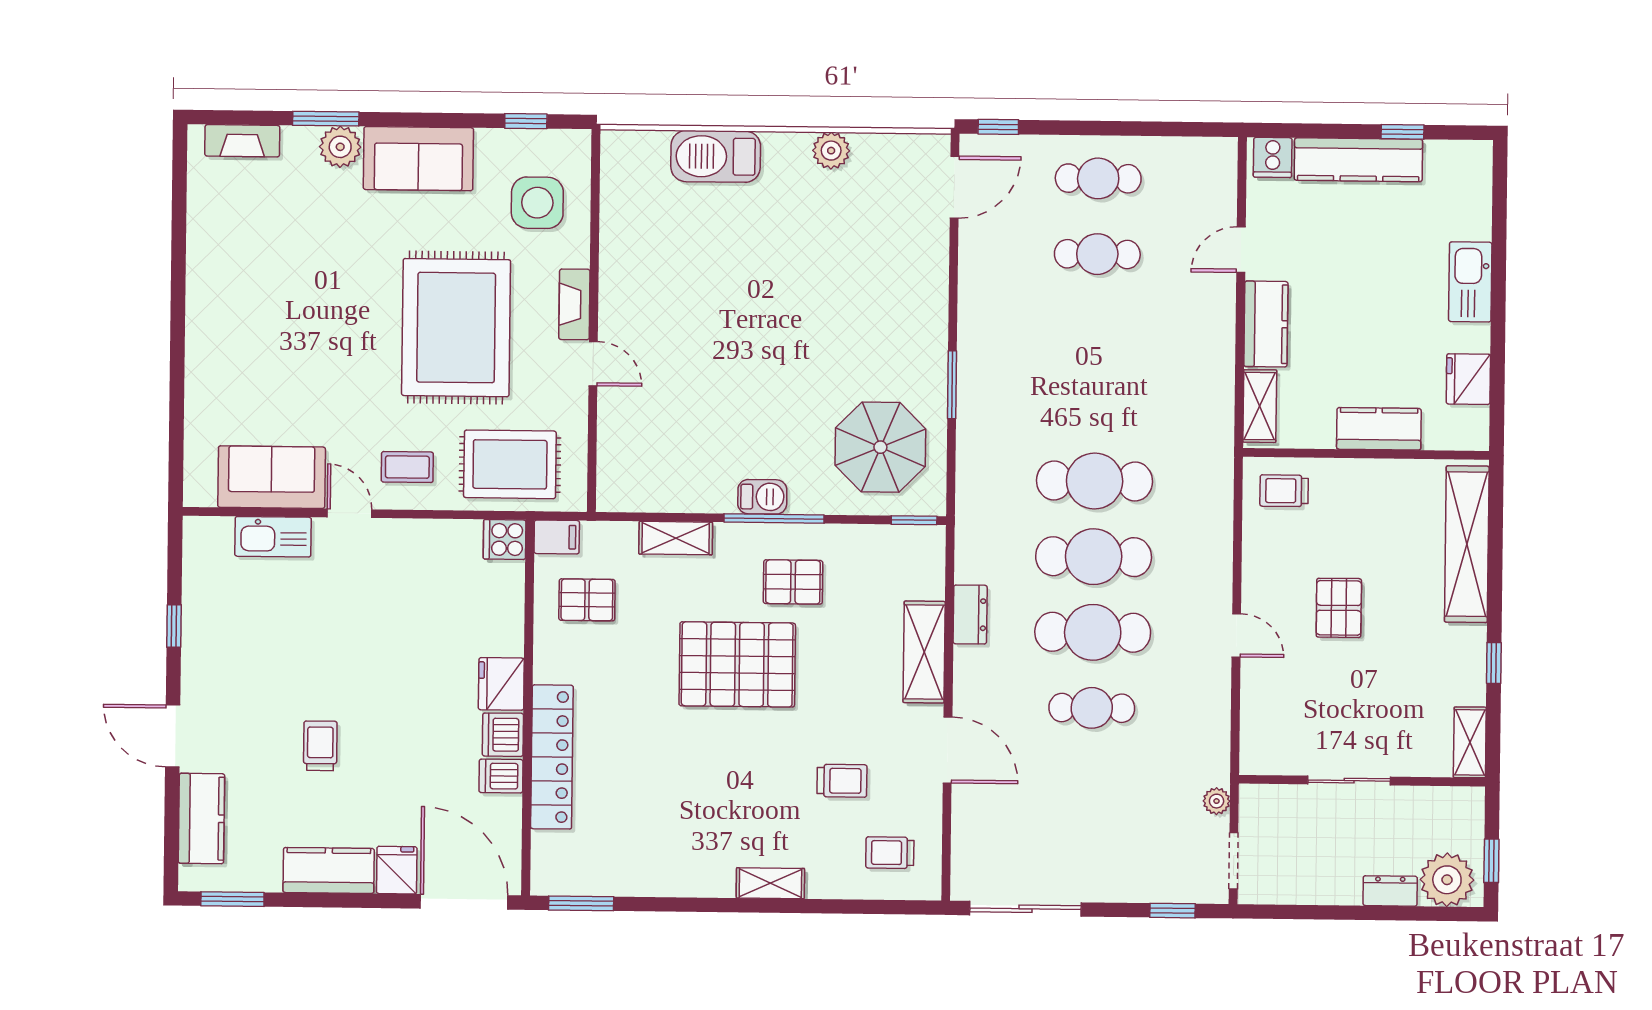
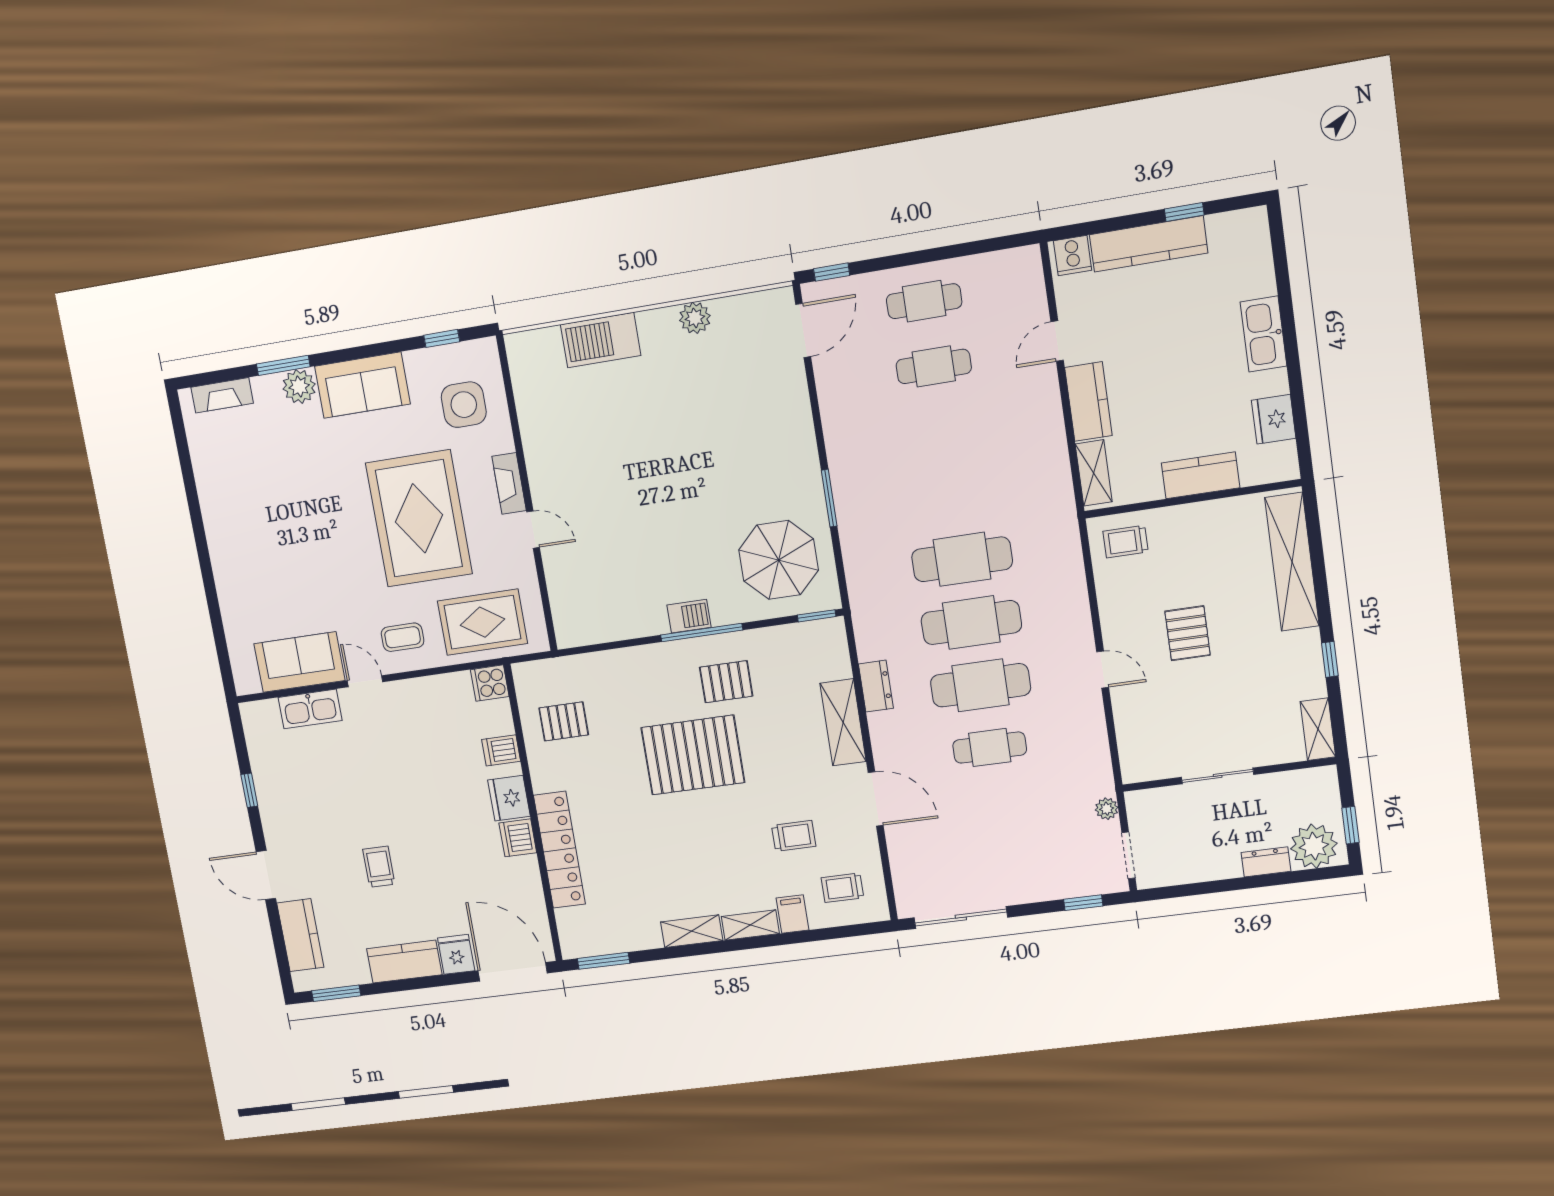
filing cabinet: (557, 537) -> (792, 914), moved, turned -90
shelving: (676, 538) -> (692, 931), moved
dishwasher: (501, 776) -> (501, 750), moved

